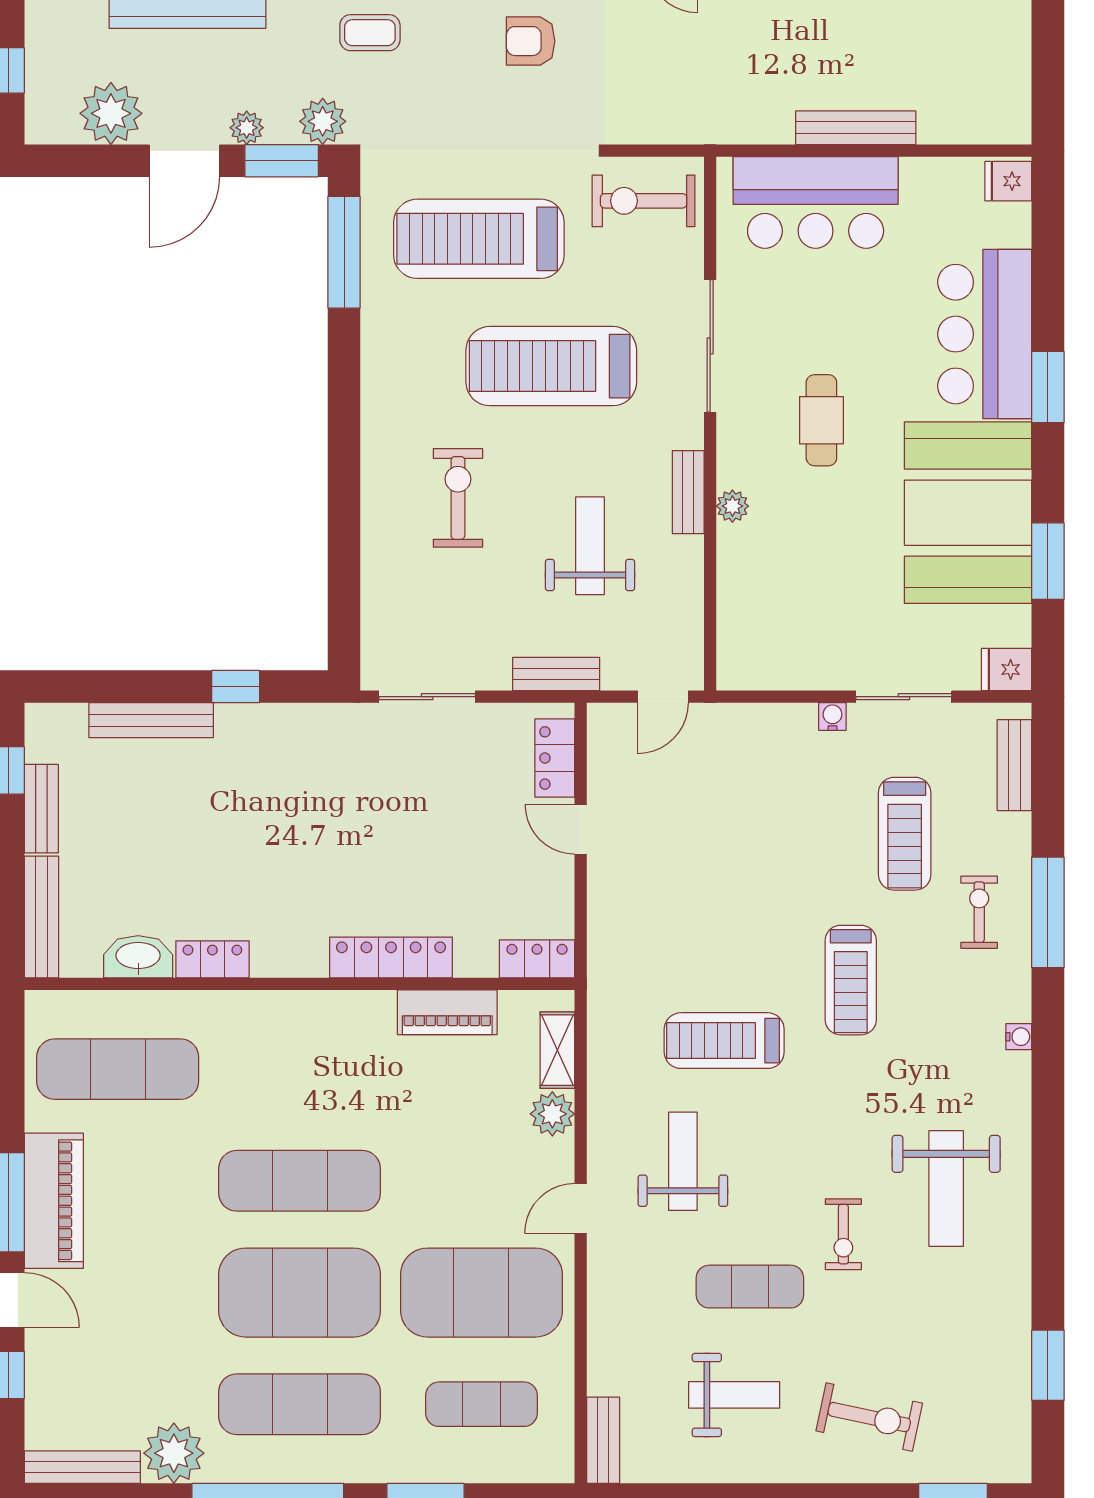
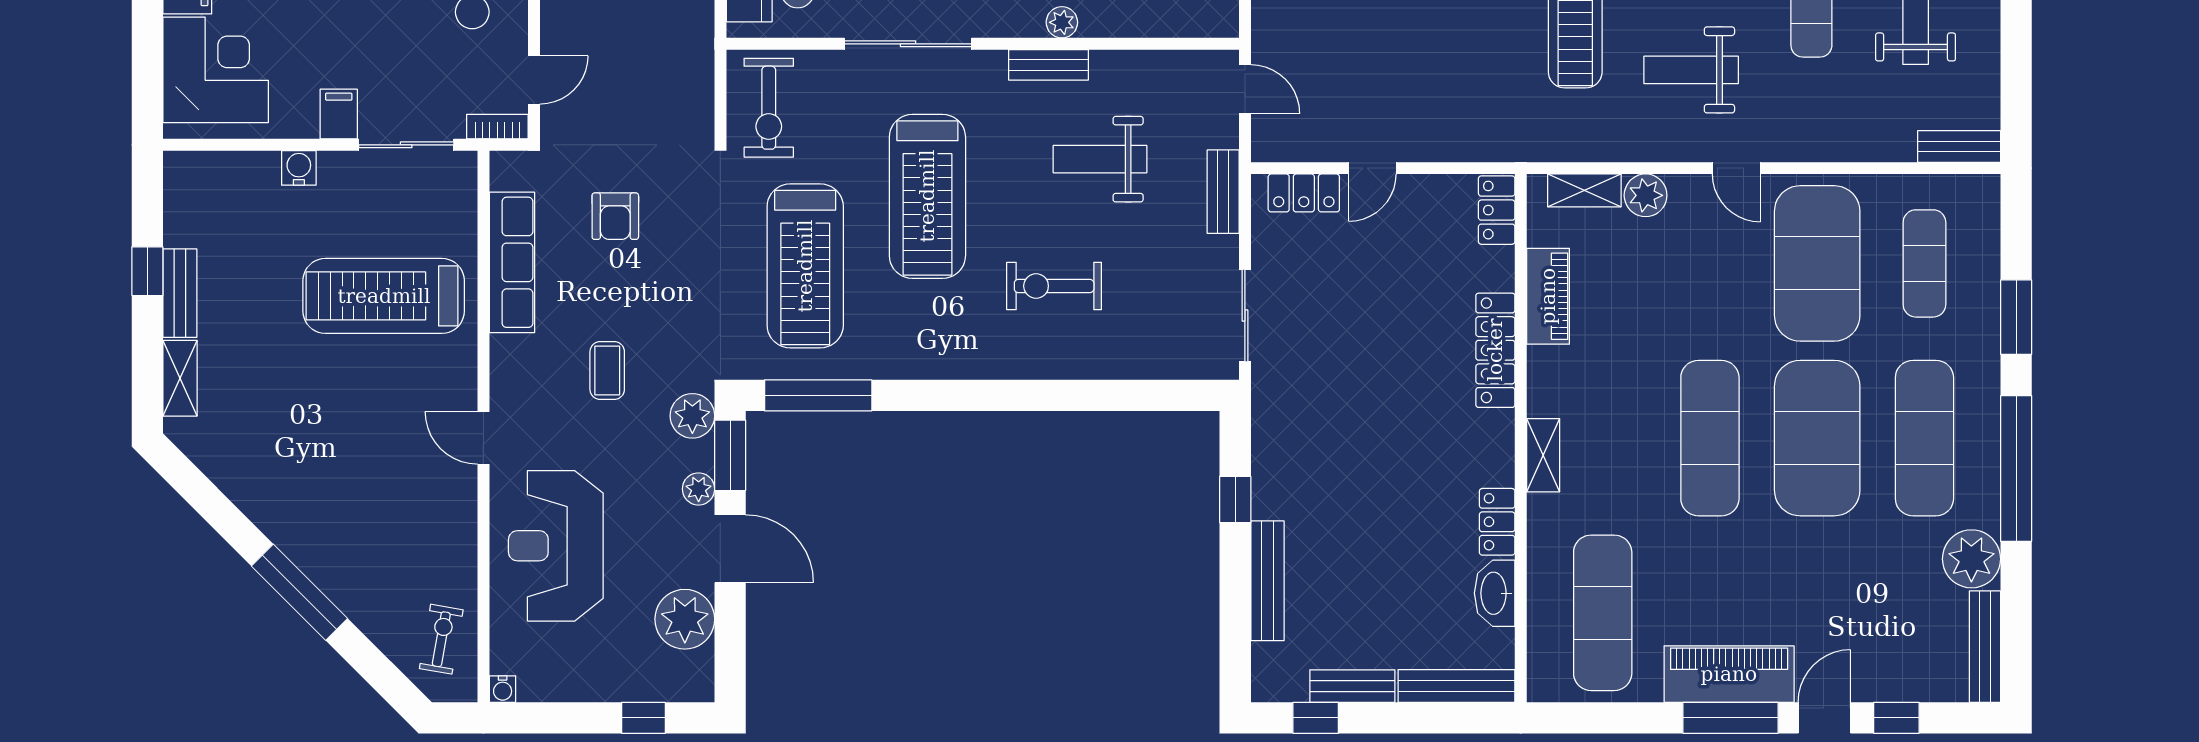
shelving: (282, 1007) -> (1543, 455), added

